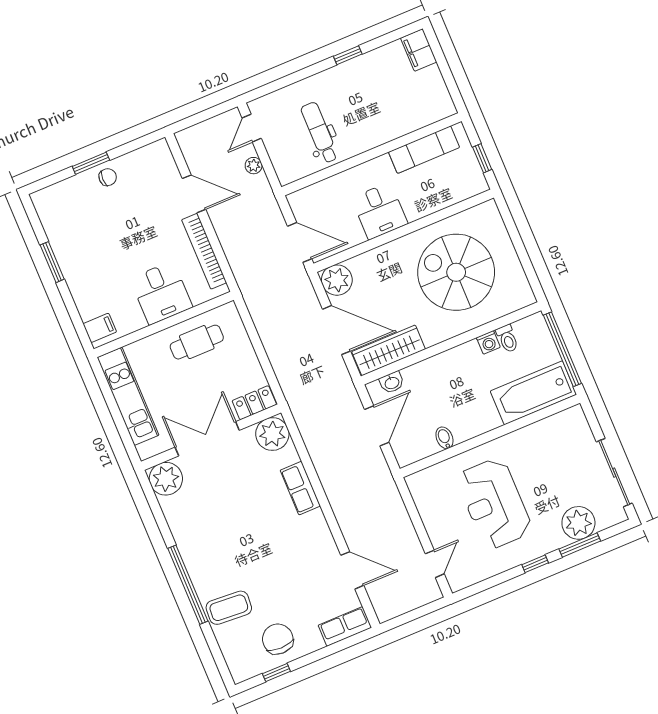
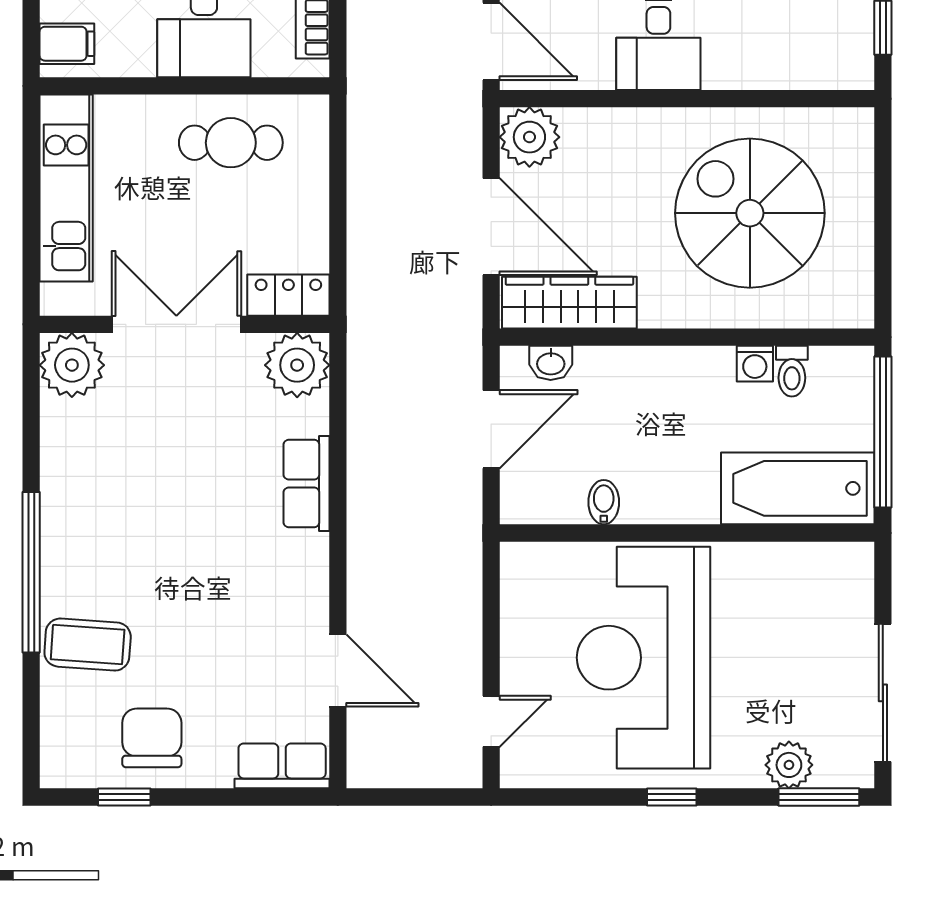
reception desk: (494, 503) -> (644, 658), width x1.36, depth x1.30
plant: (578, 523) -> (789, 765), width x0.73, depth x0.73
window: (580, 545) -> (819, 797), moved

